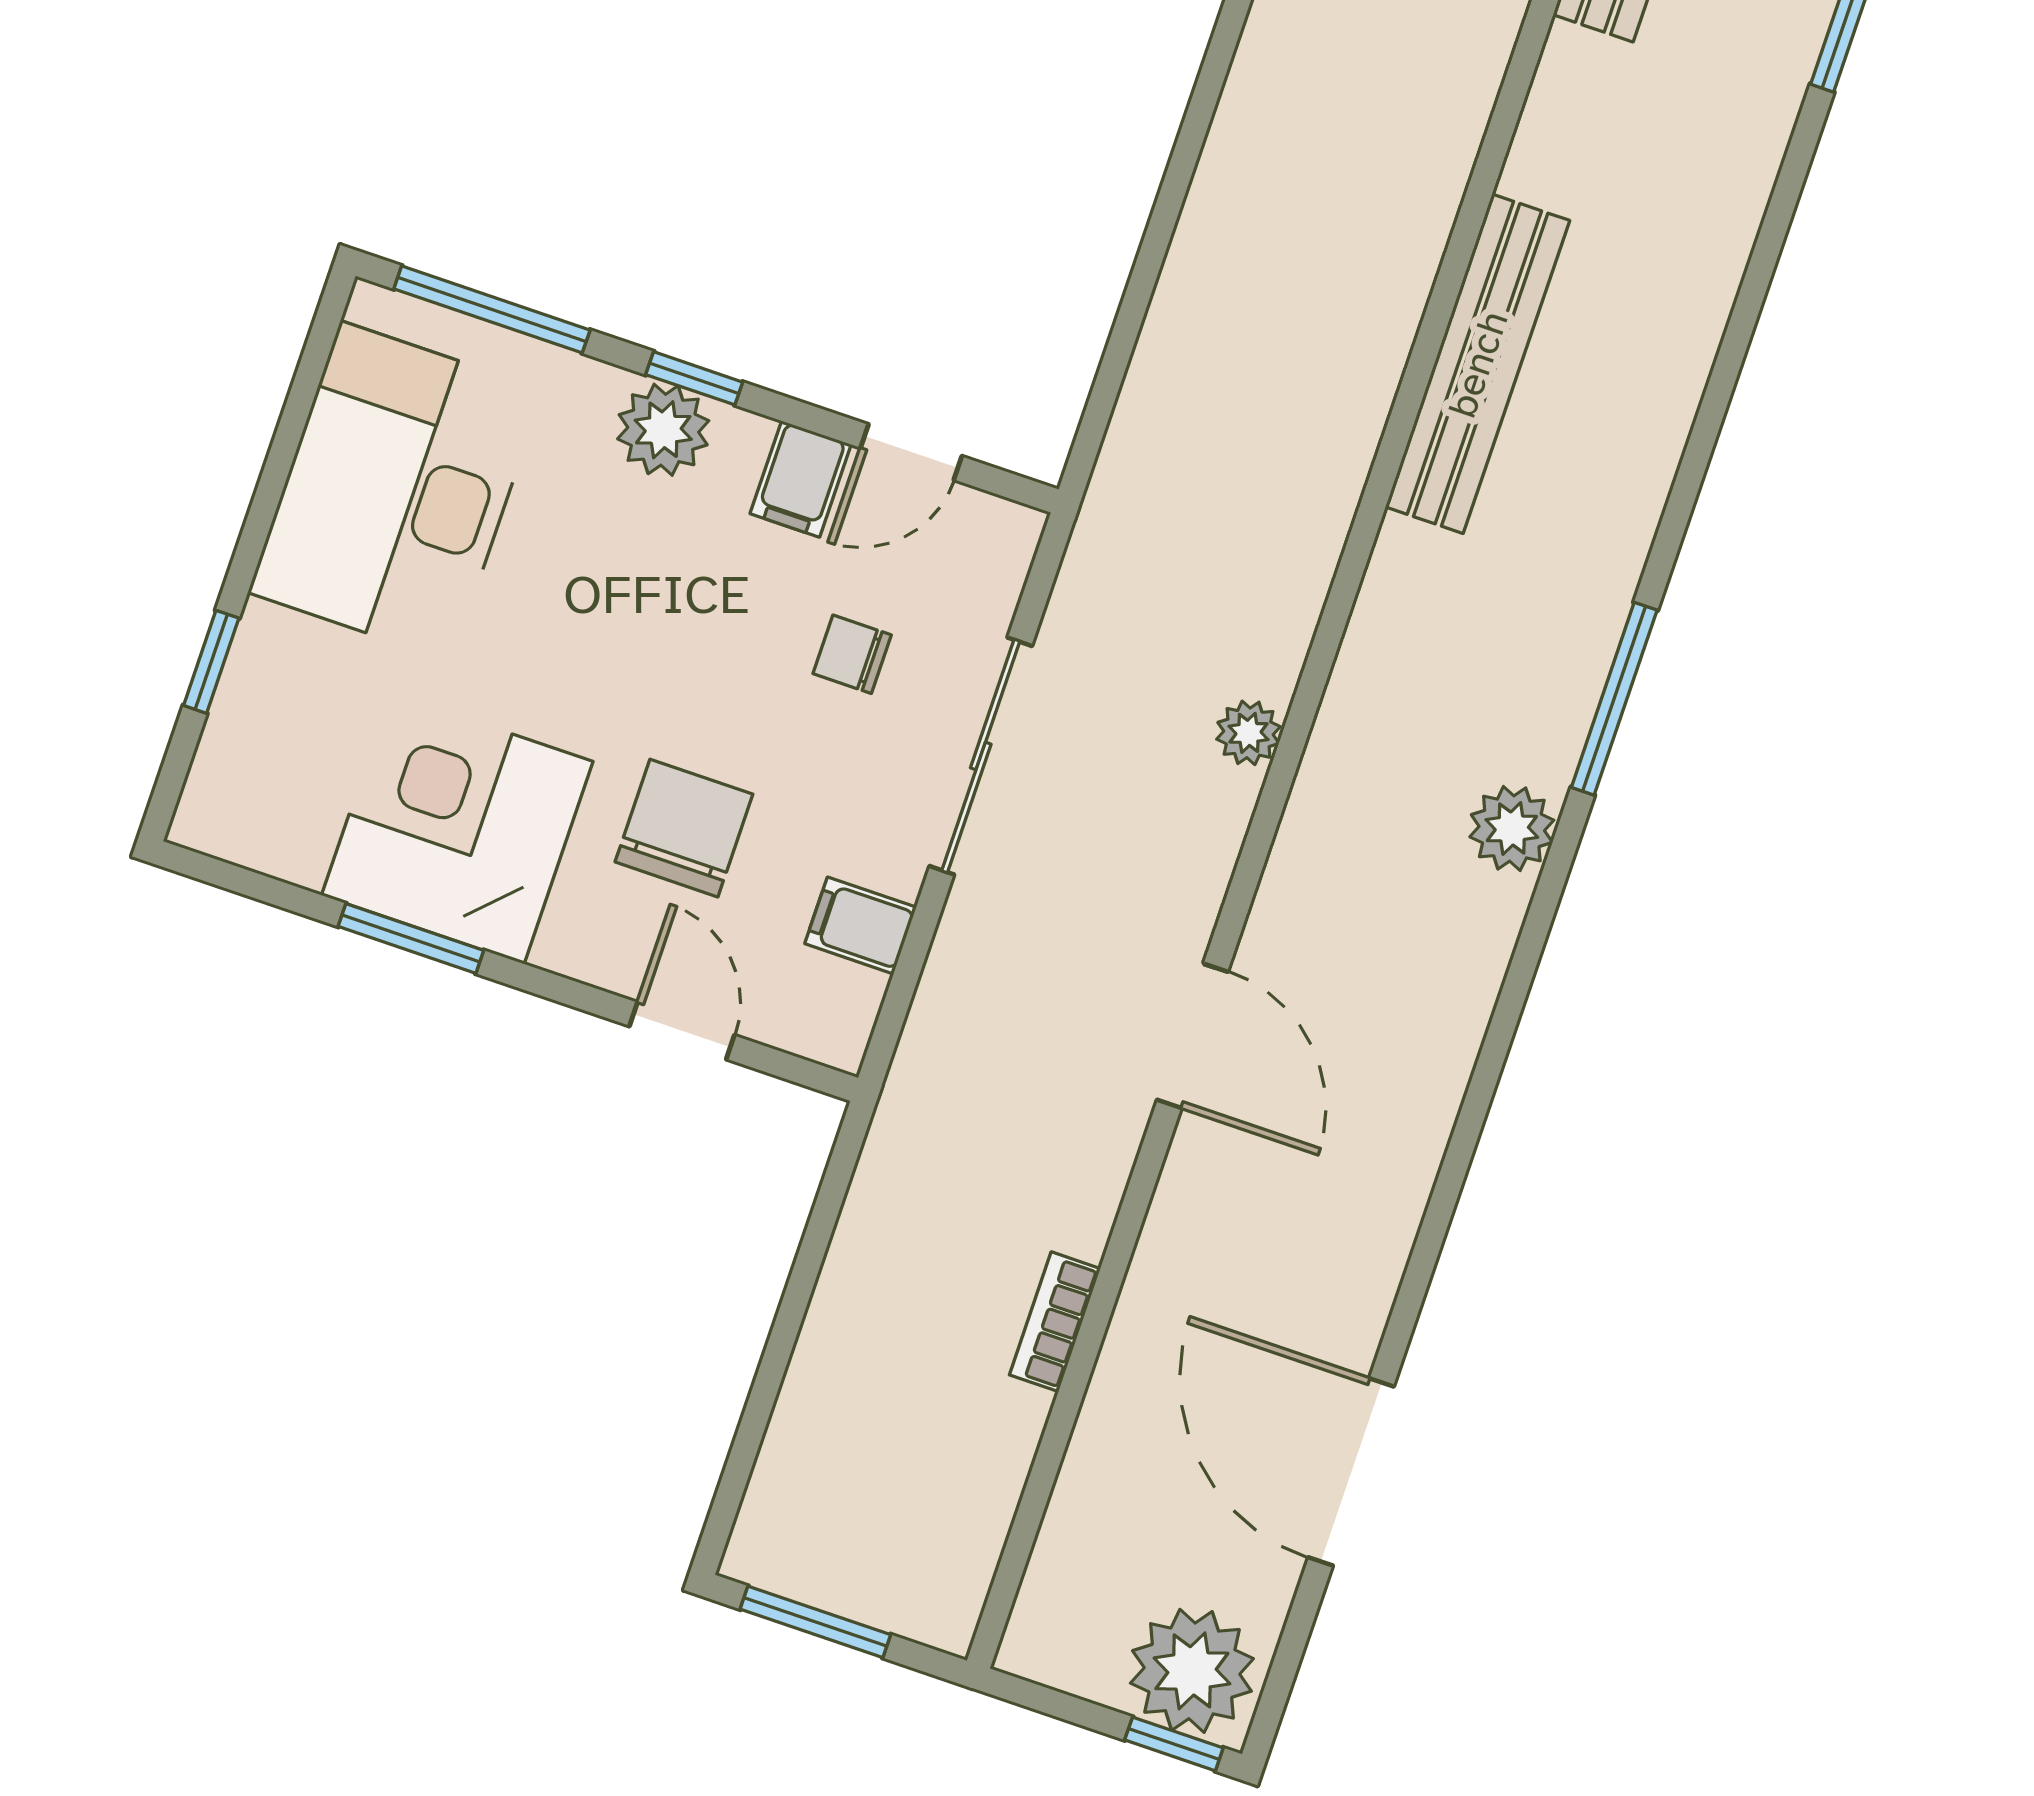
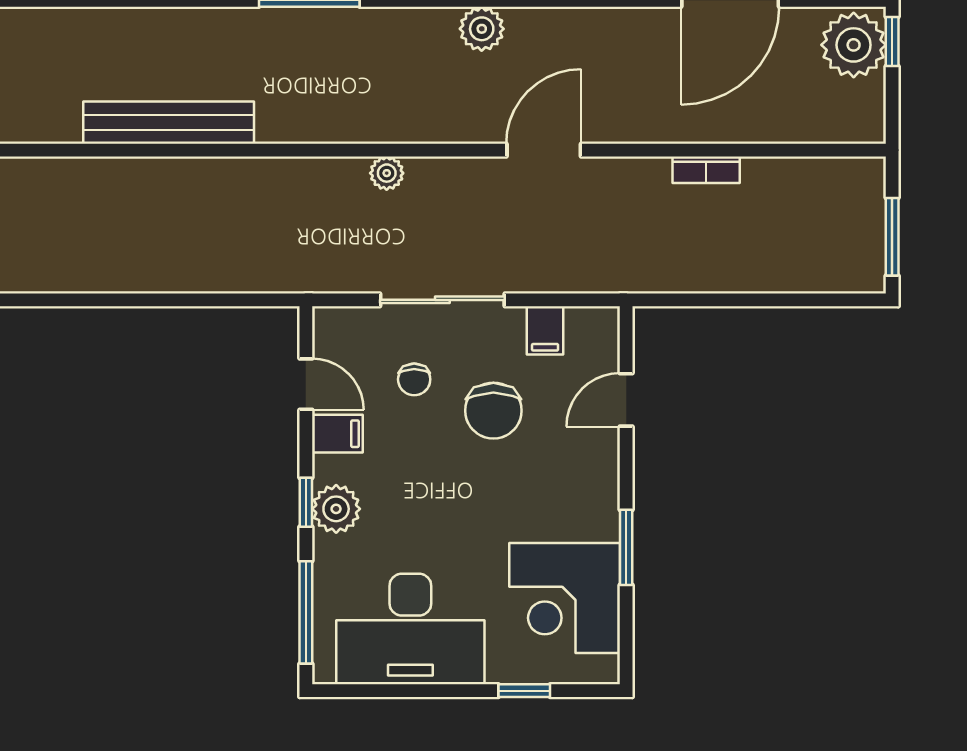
corner desk: (457, 828) -> (565, 598), moved
chair: (684, 828) -> (493, 411), moved, turned -90
plant: (1512, 828) -> (482, 29), moved

